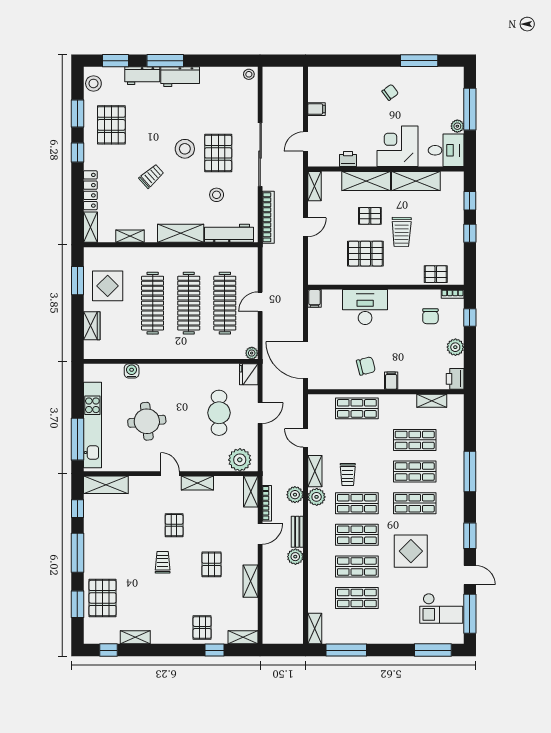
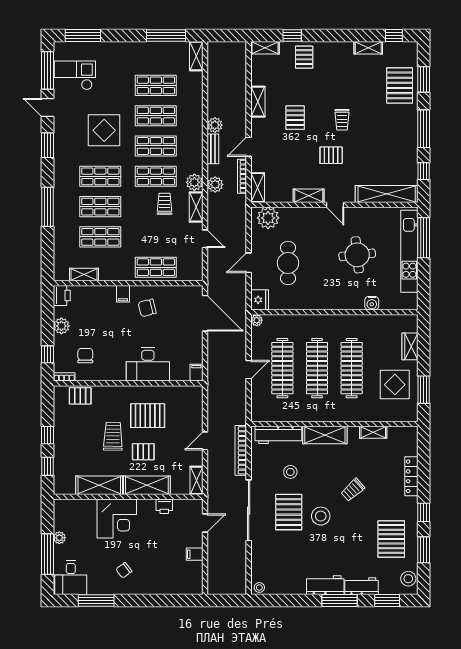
desk: (446, 150) -> (71, 578), moved, turned -90
shelving: (90, 227) -> (411, 441), removed
shelving: (106, 485) -> (387, 194), width x1.47
pallet: (174, 525) -> (331, 155), turned 90

